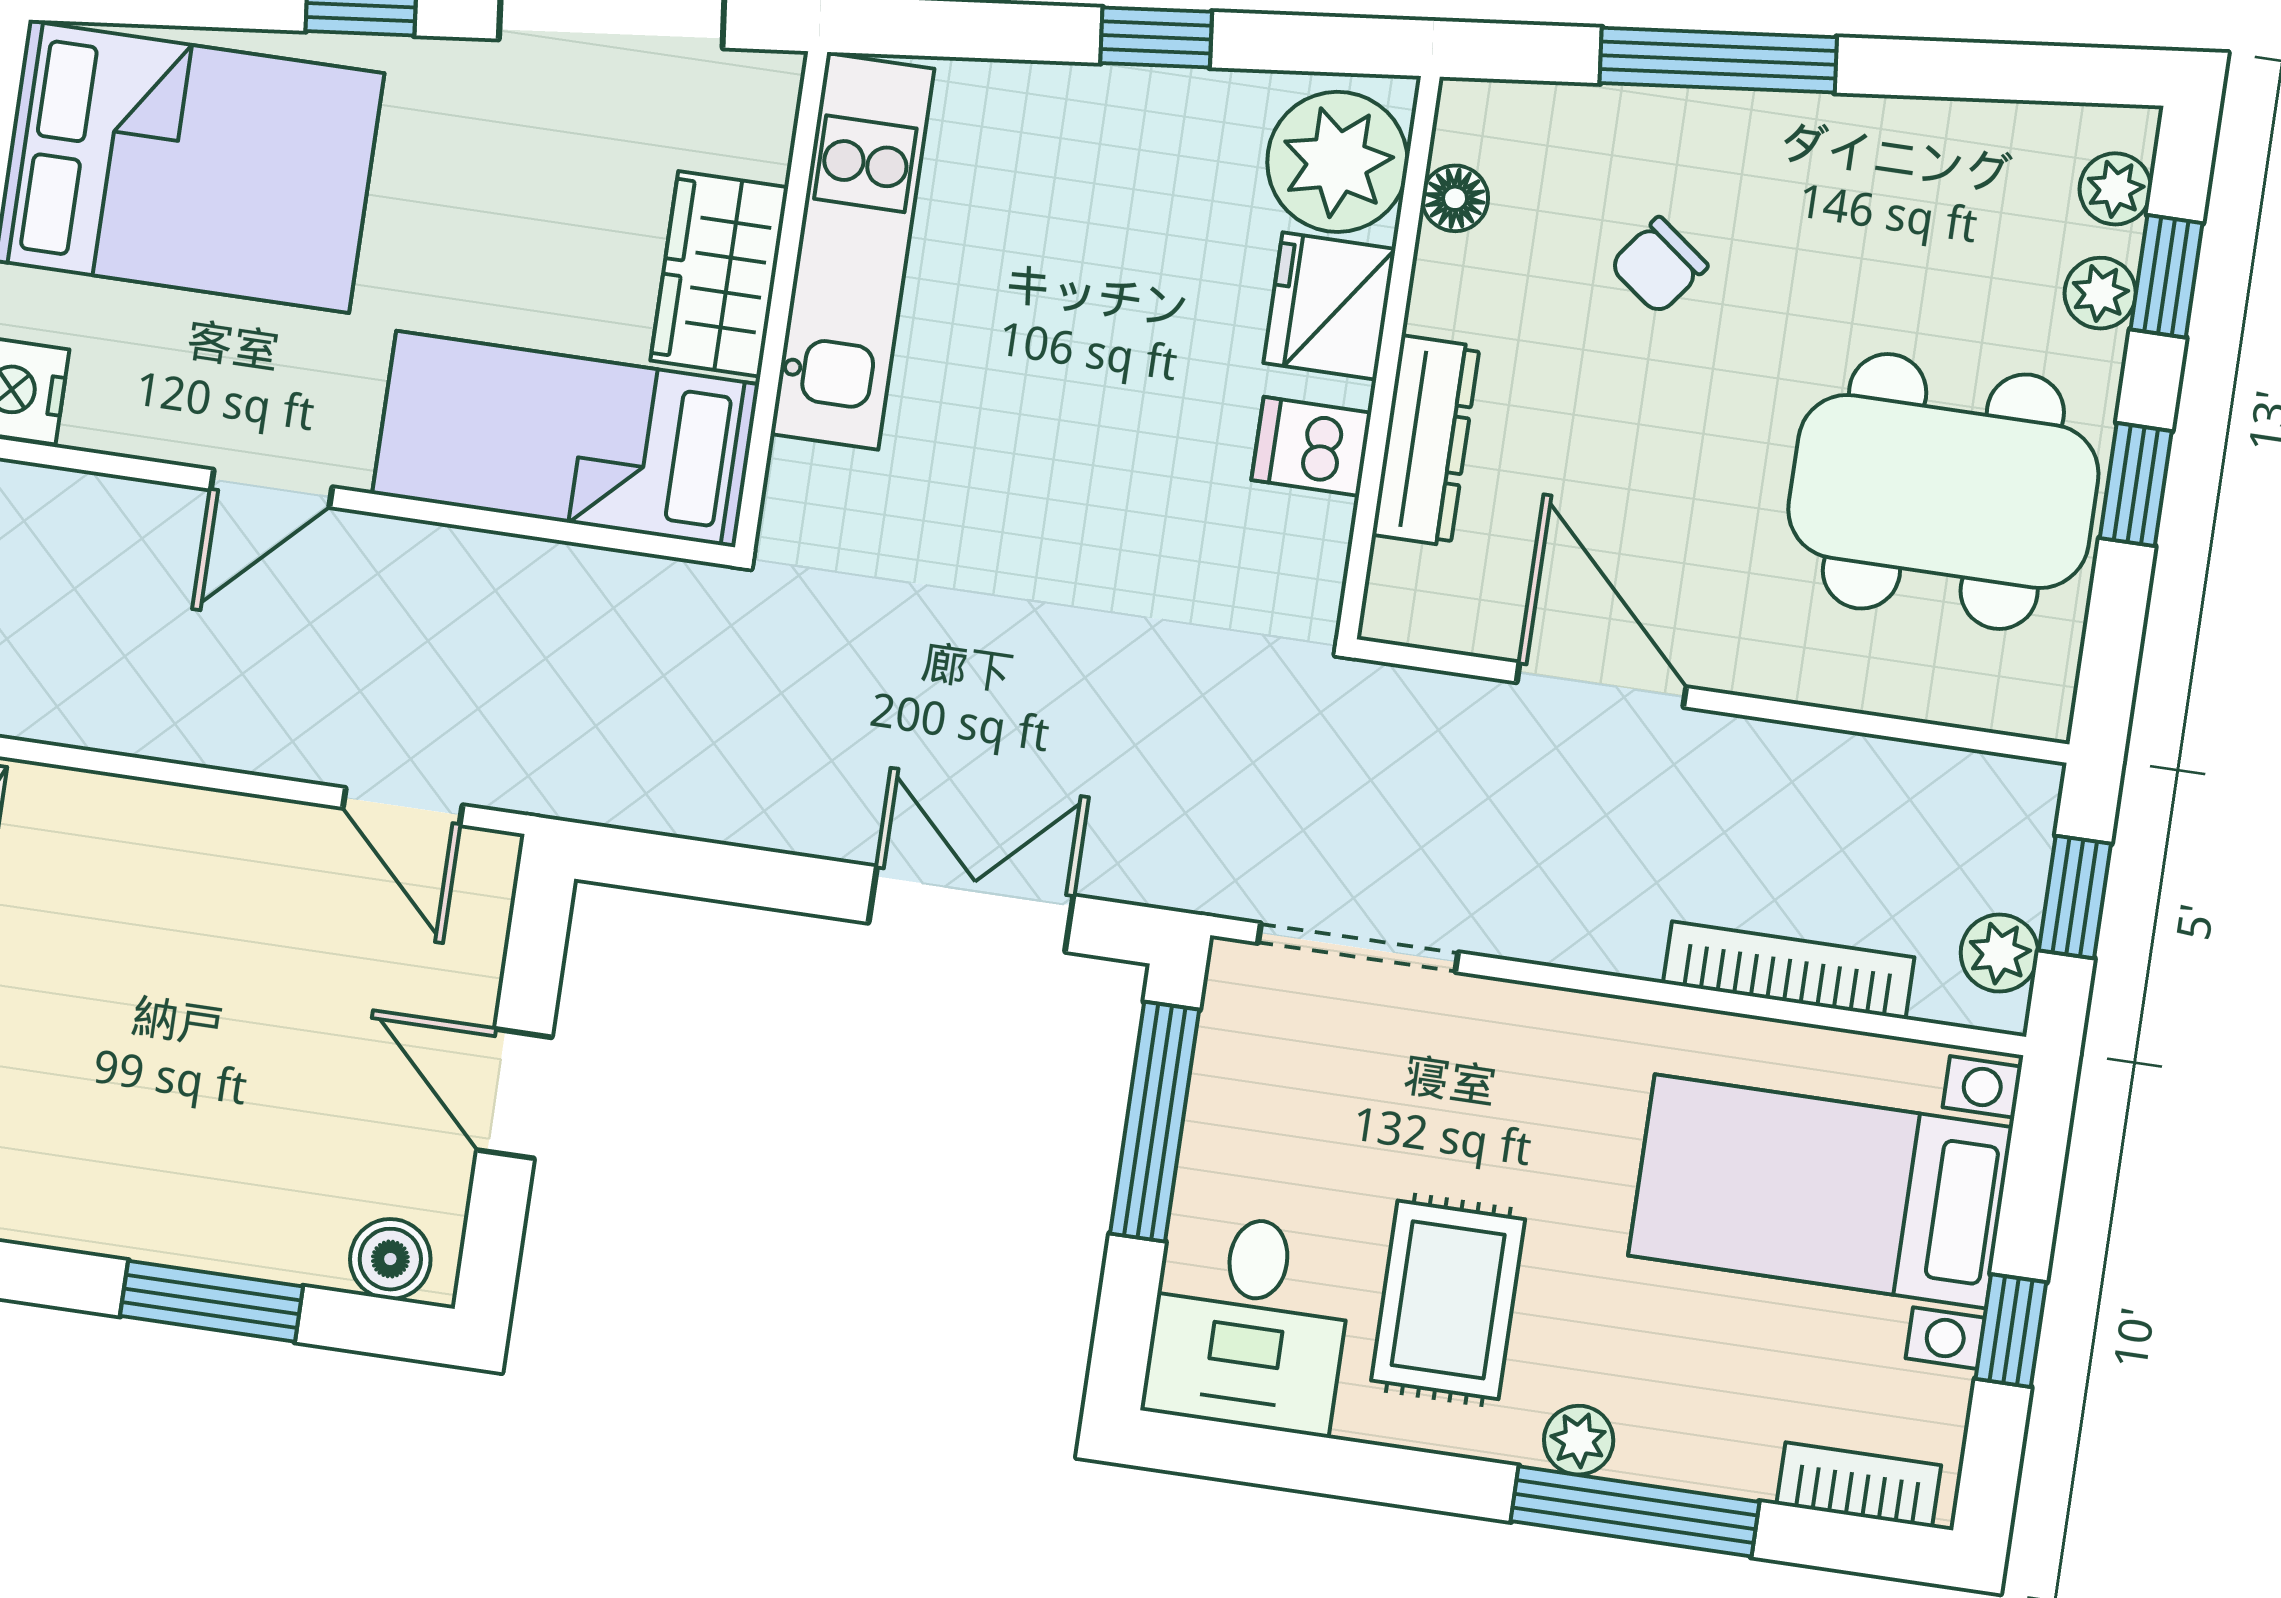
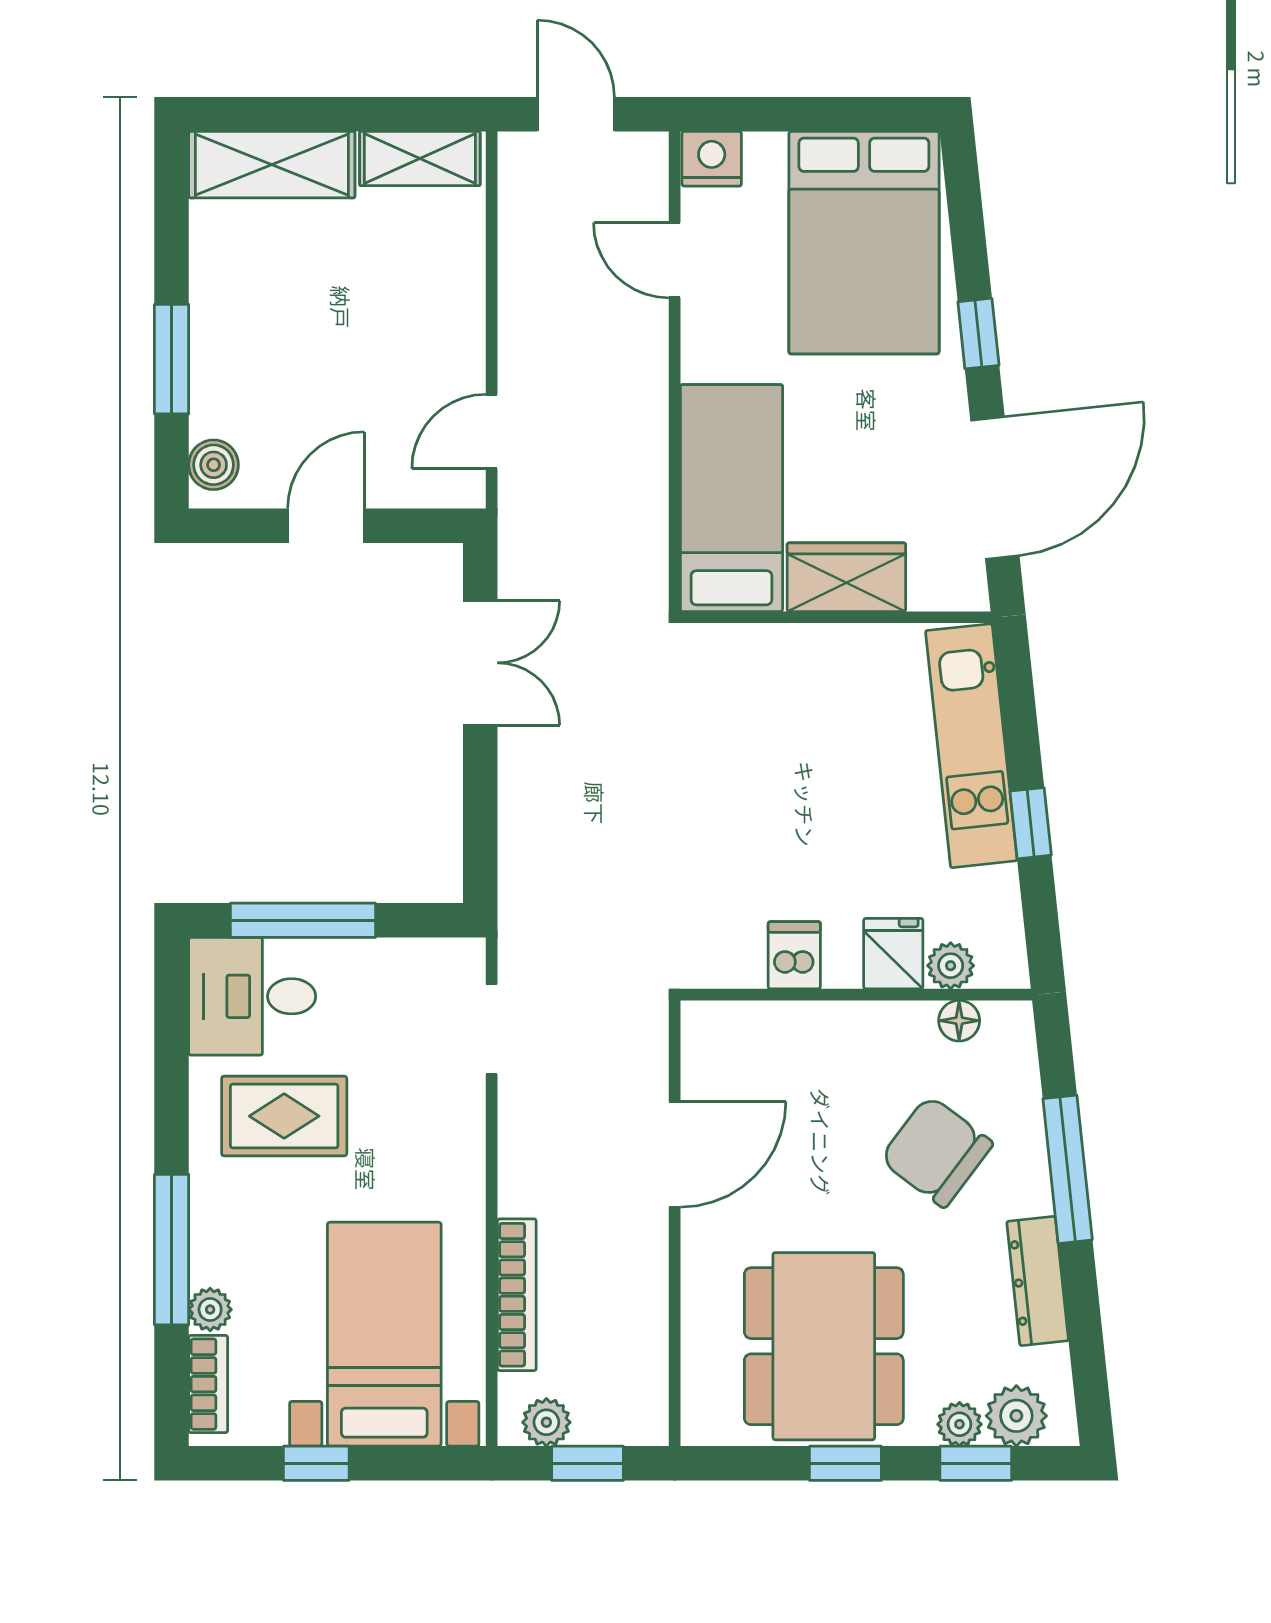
plant: (1337, 162) -> (951, 966), width x0.53, depth x0.53
plant: (2115, 189) -> (1016, 1416), width x1.38, depth x1.38
kitchen unit: (852, 251) -> (971, 746), moved, turned 84
chair: (1659, 266) -> (936, 1151), width x1.87, depth x1.87
fridge: (1329, 306) -> (893, 954), width x0.72
dresser: (1426, 441) -> (1038, 1281), moved, turned 84
door: (271, 488) -> (675, 260), moved
double door: (971, 909) -> (480, 663), moved
doorway: (1358, 948) -> (492, 1029), width x0.73
window: (1155, 1122) -> (303, 920), moved
plant: (1579, 1440) -> (210, 1309), moved

